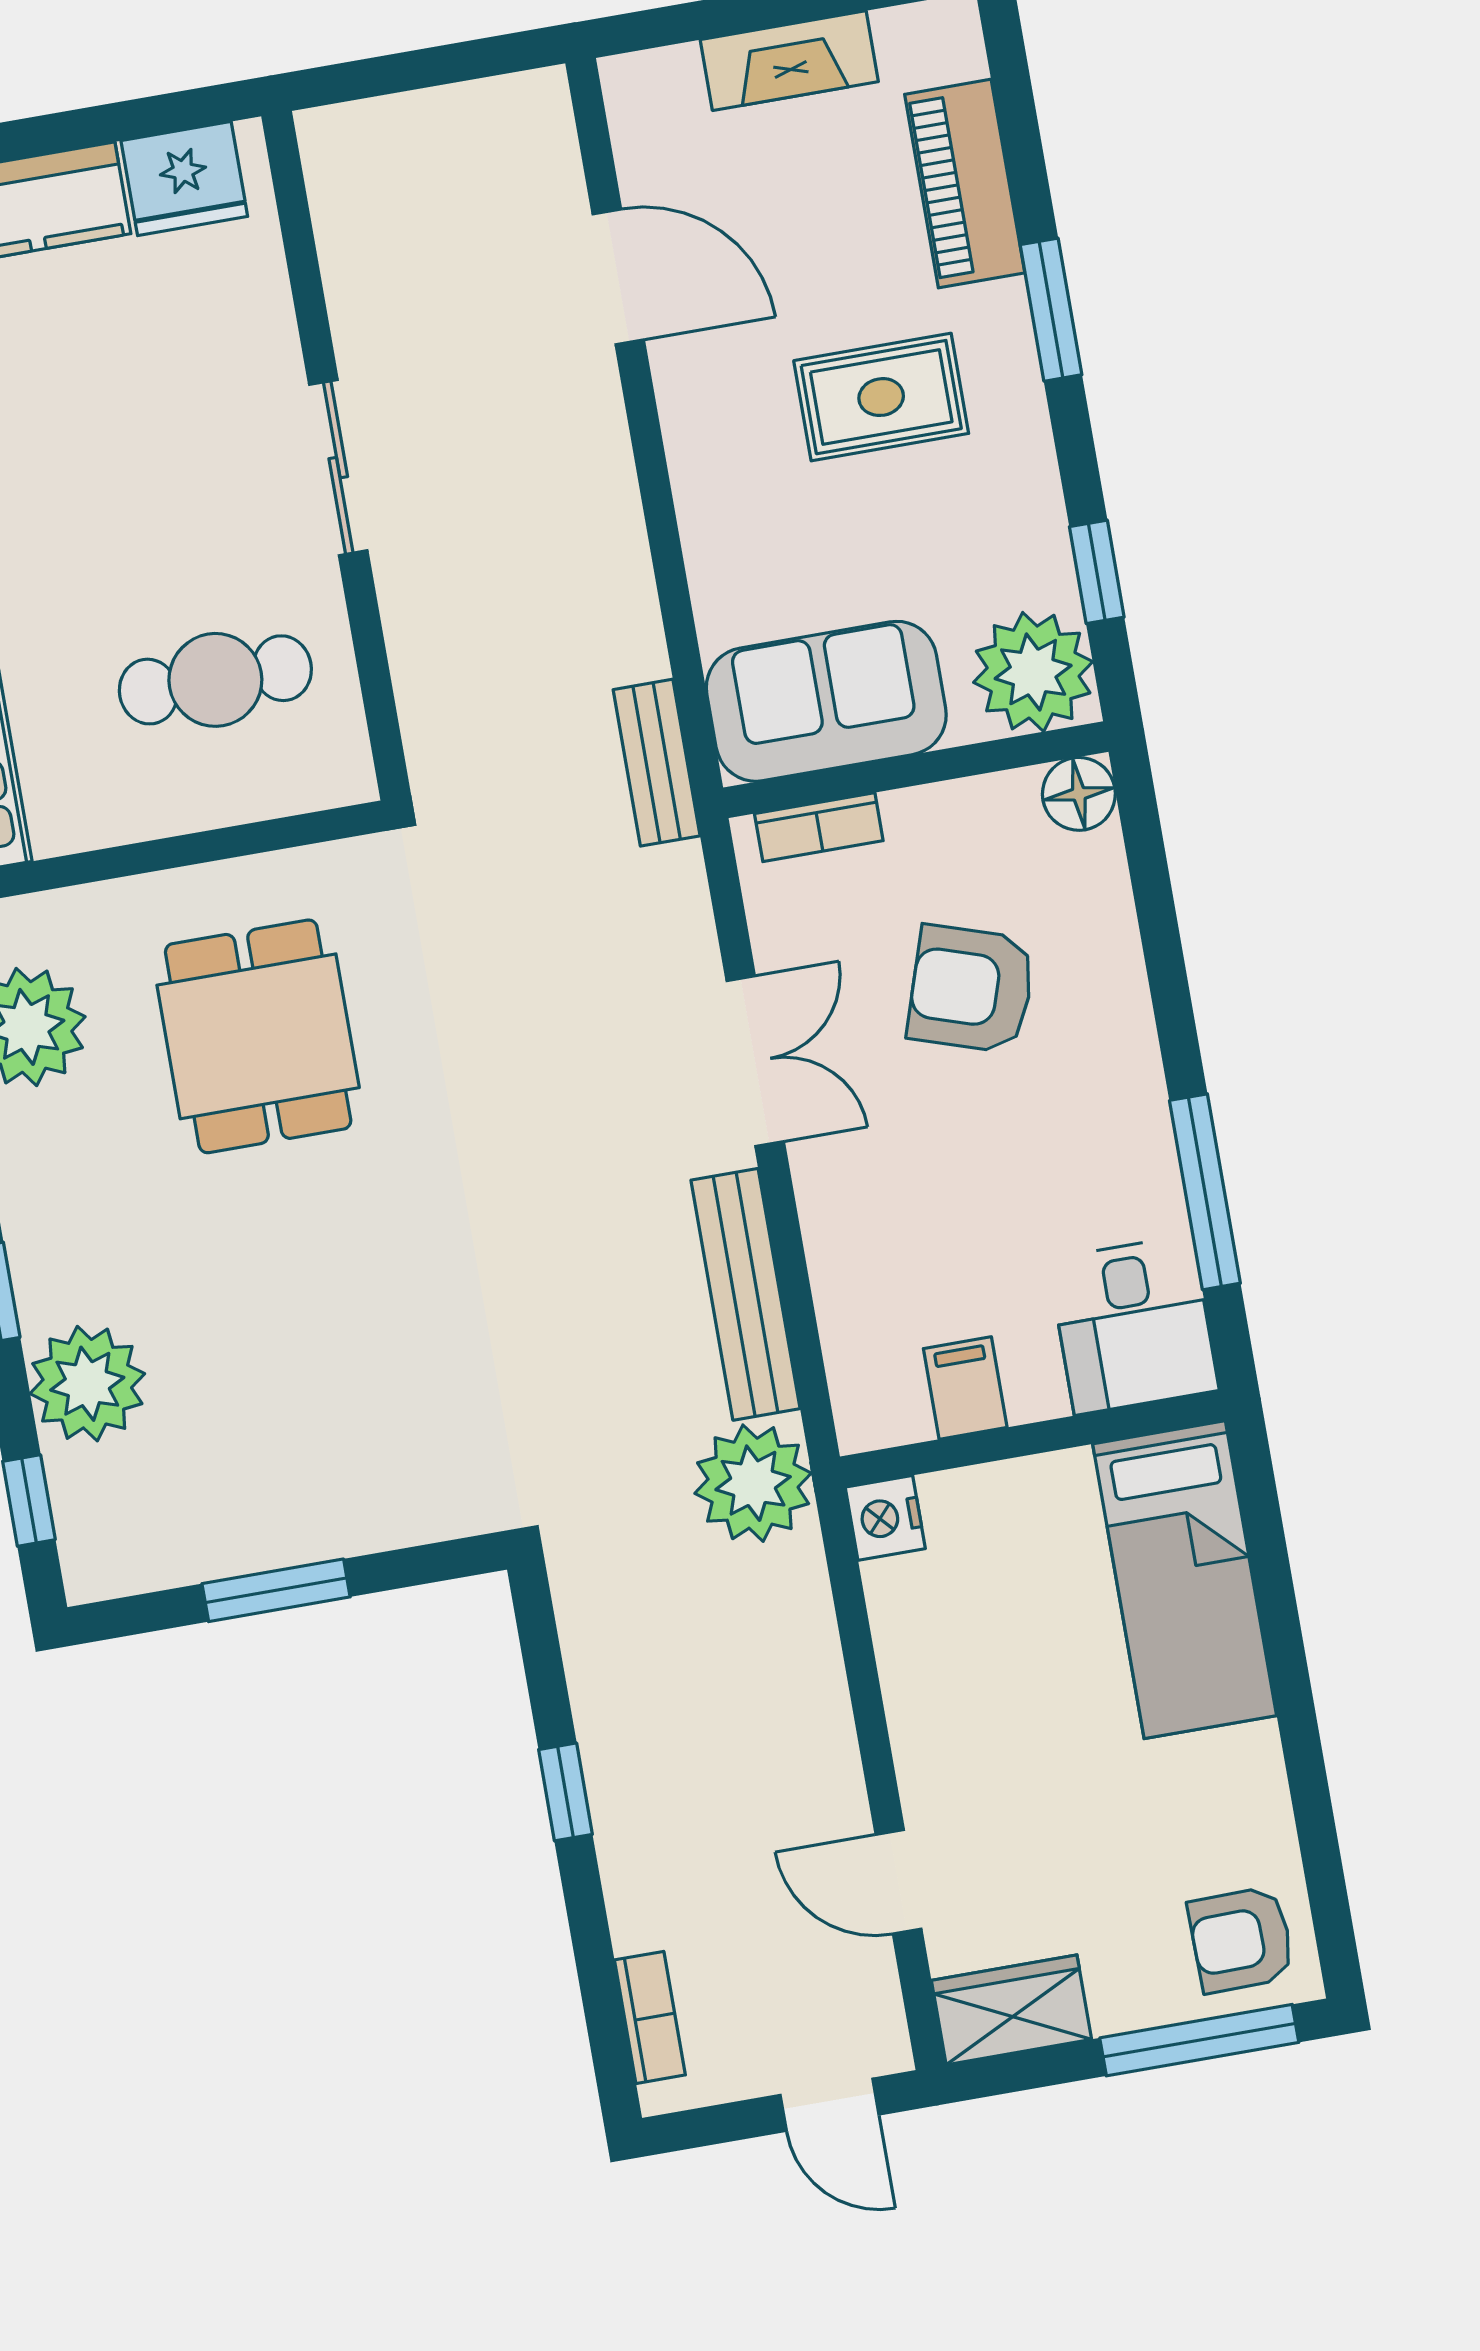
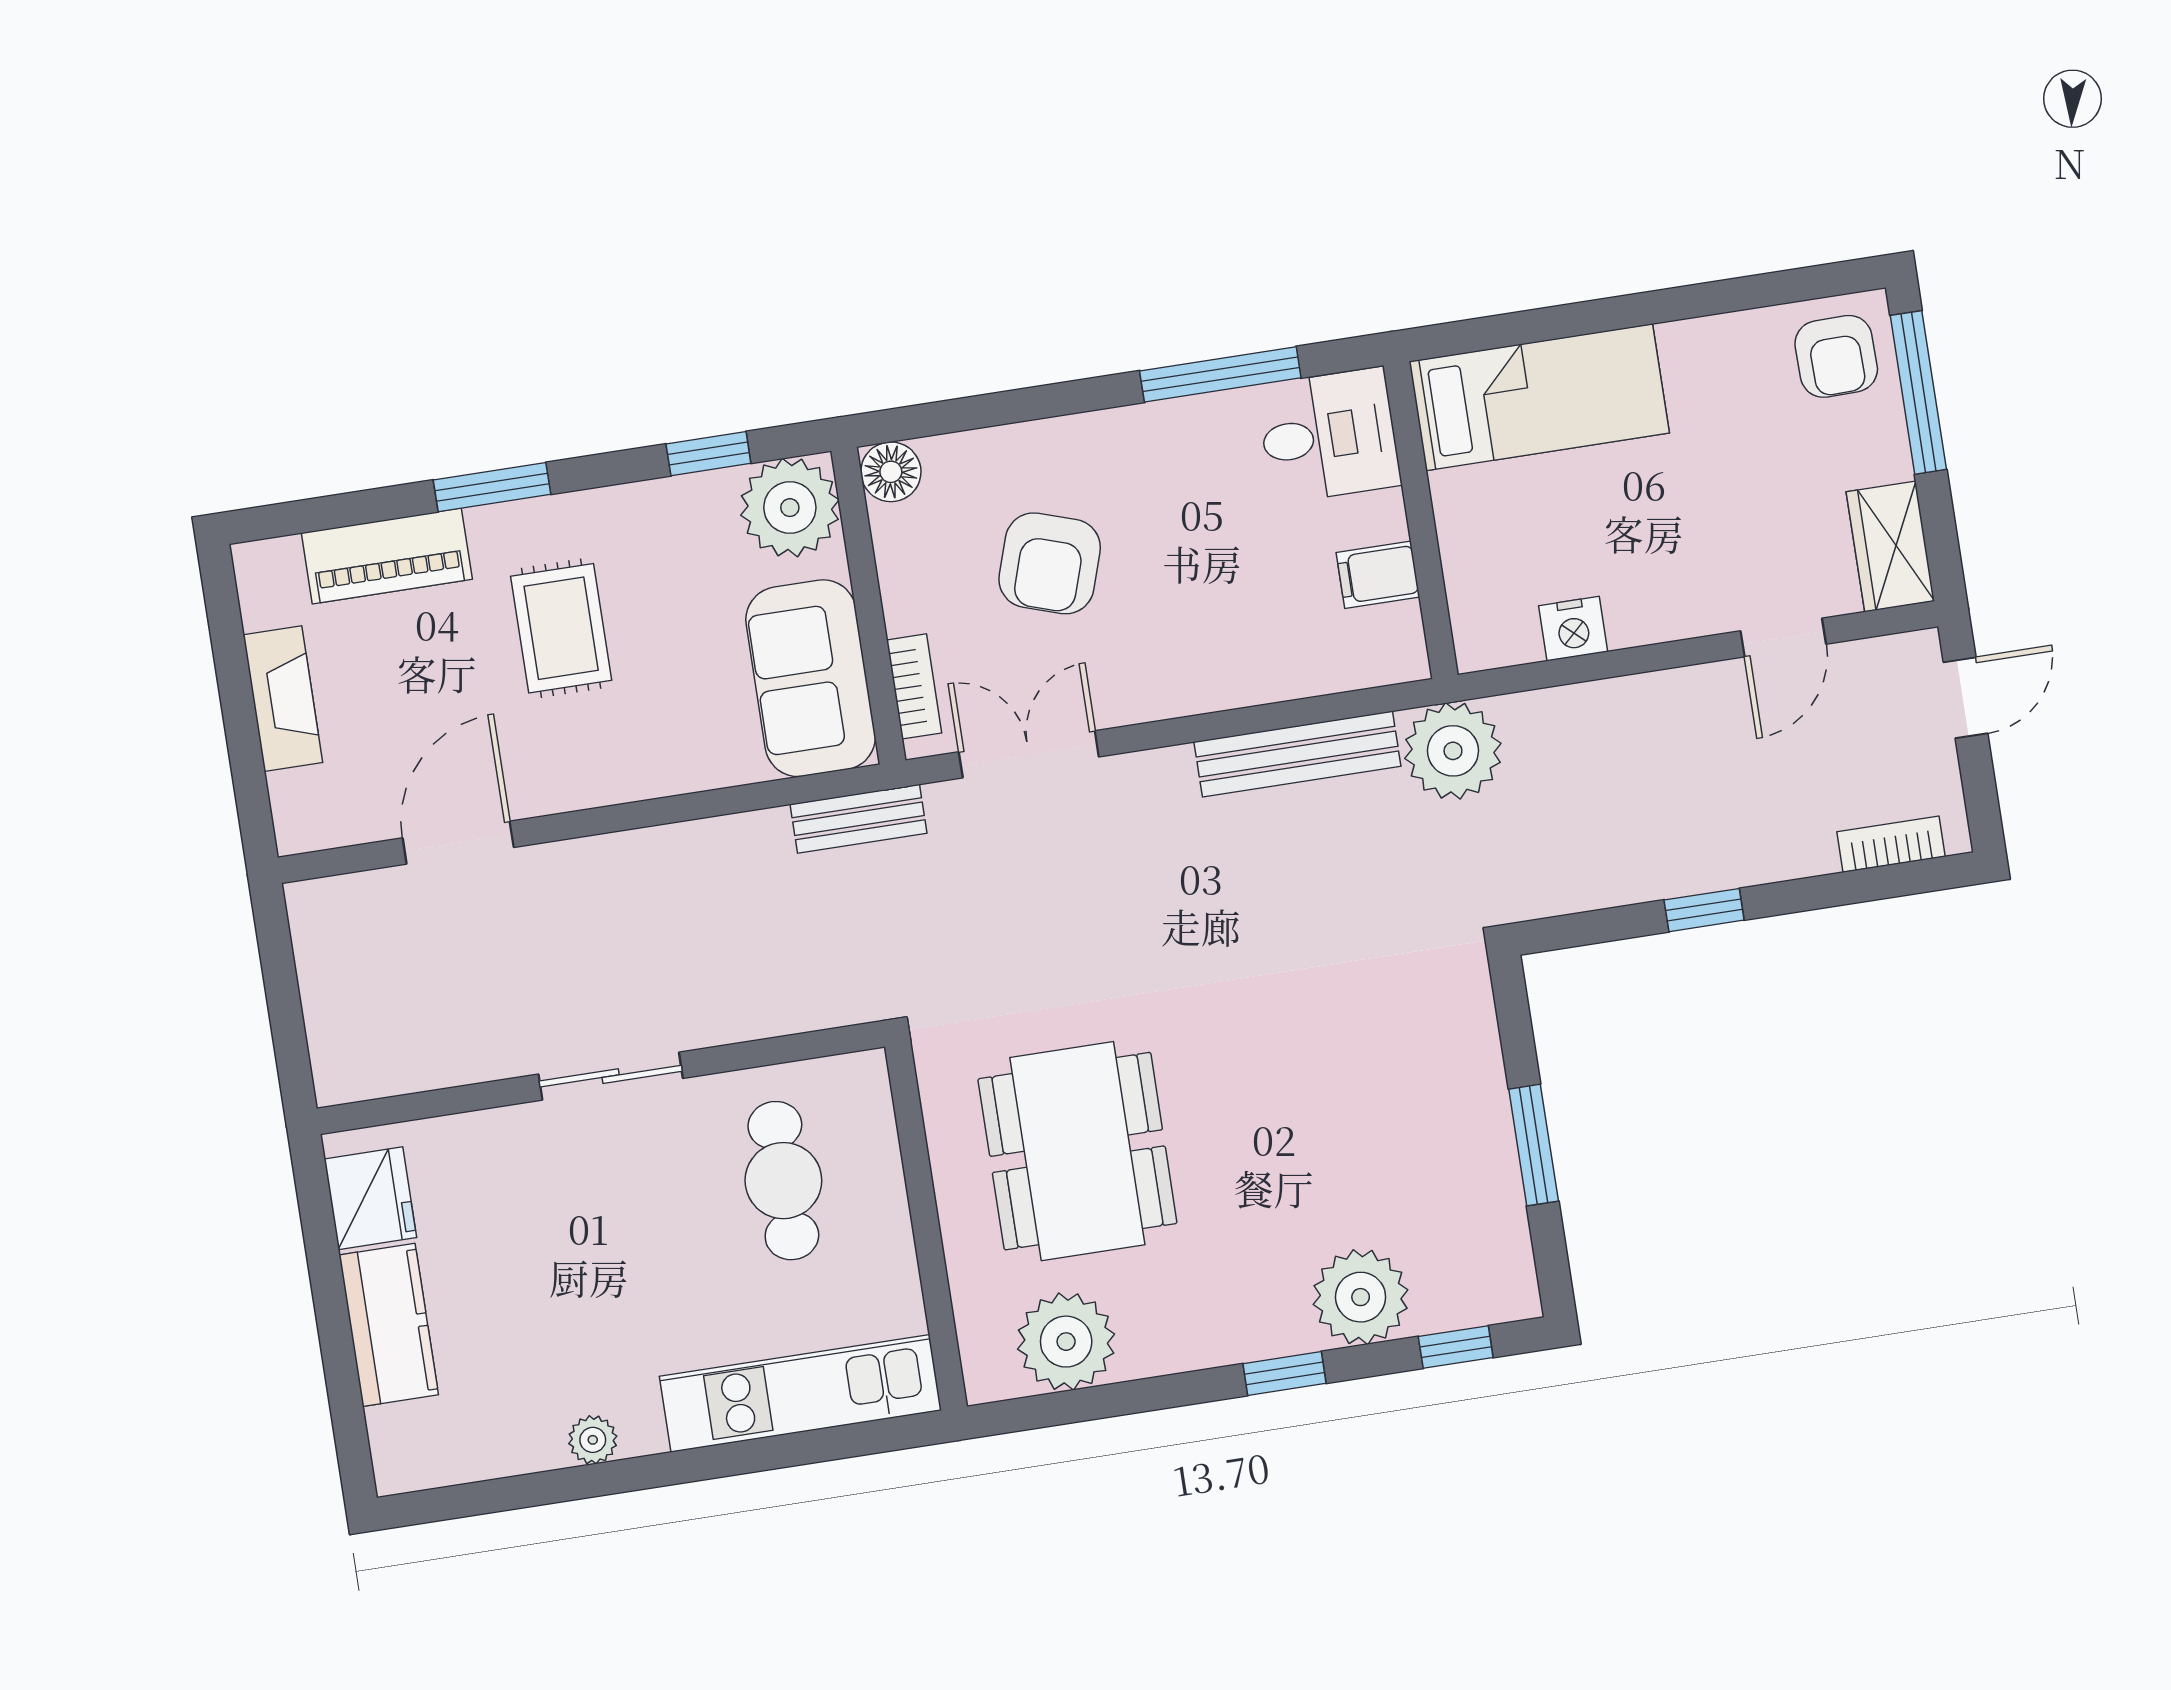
dining table: (258, 1036) -> (1077, 1151), width x1.38
double door: (755, 1061) -> (1029, 754), moved
nightstand: (885, 1518) -> (1573, 629), moved

